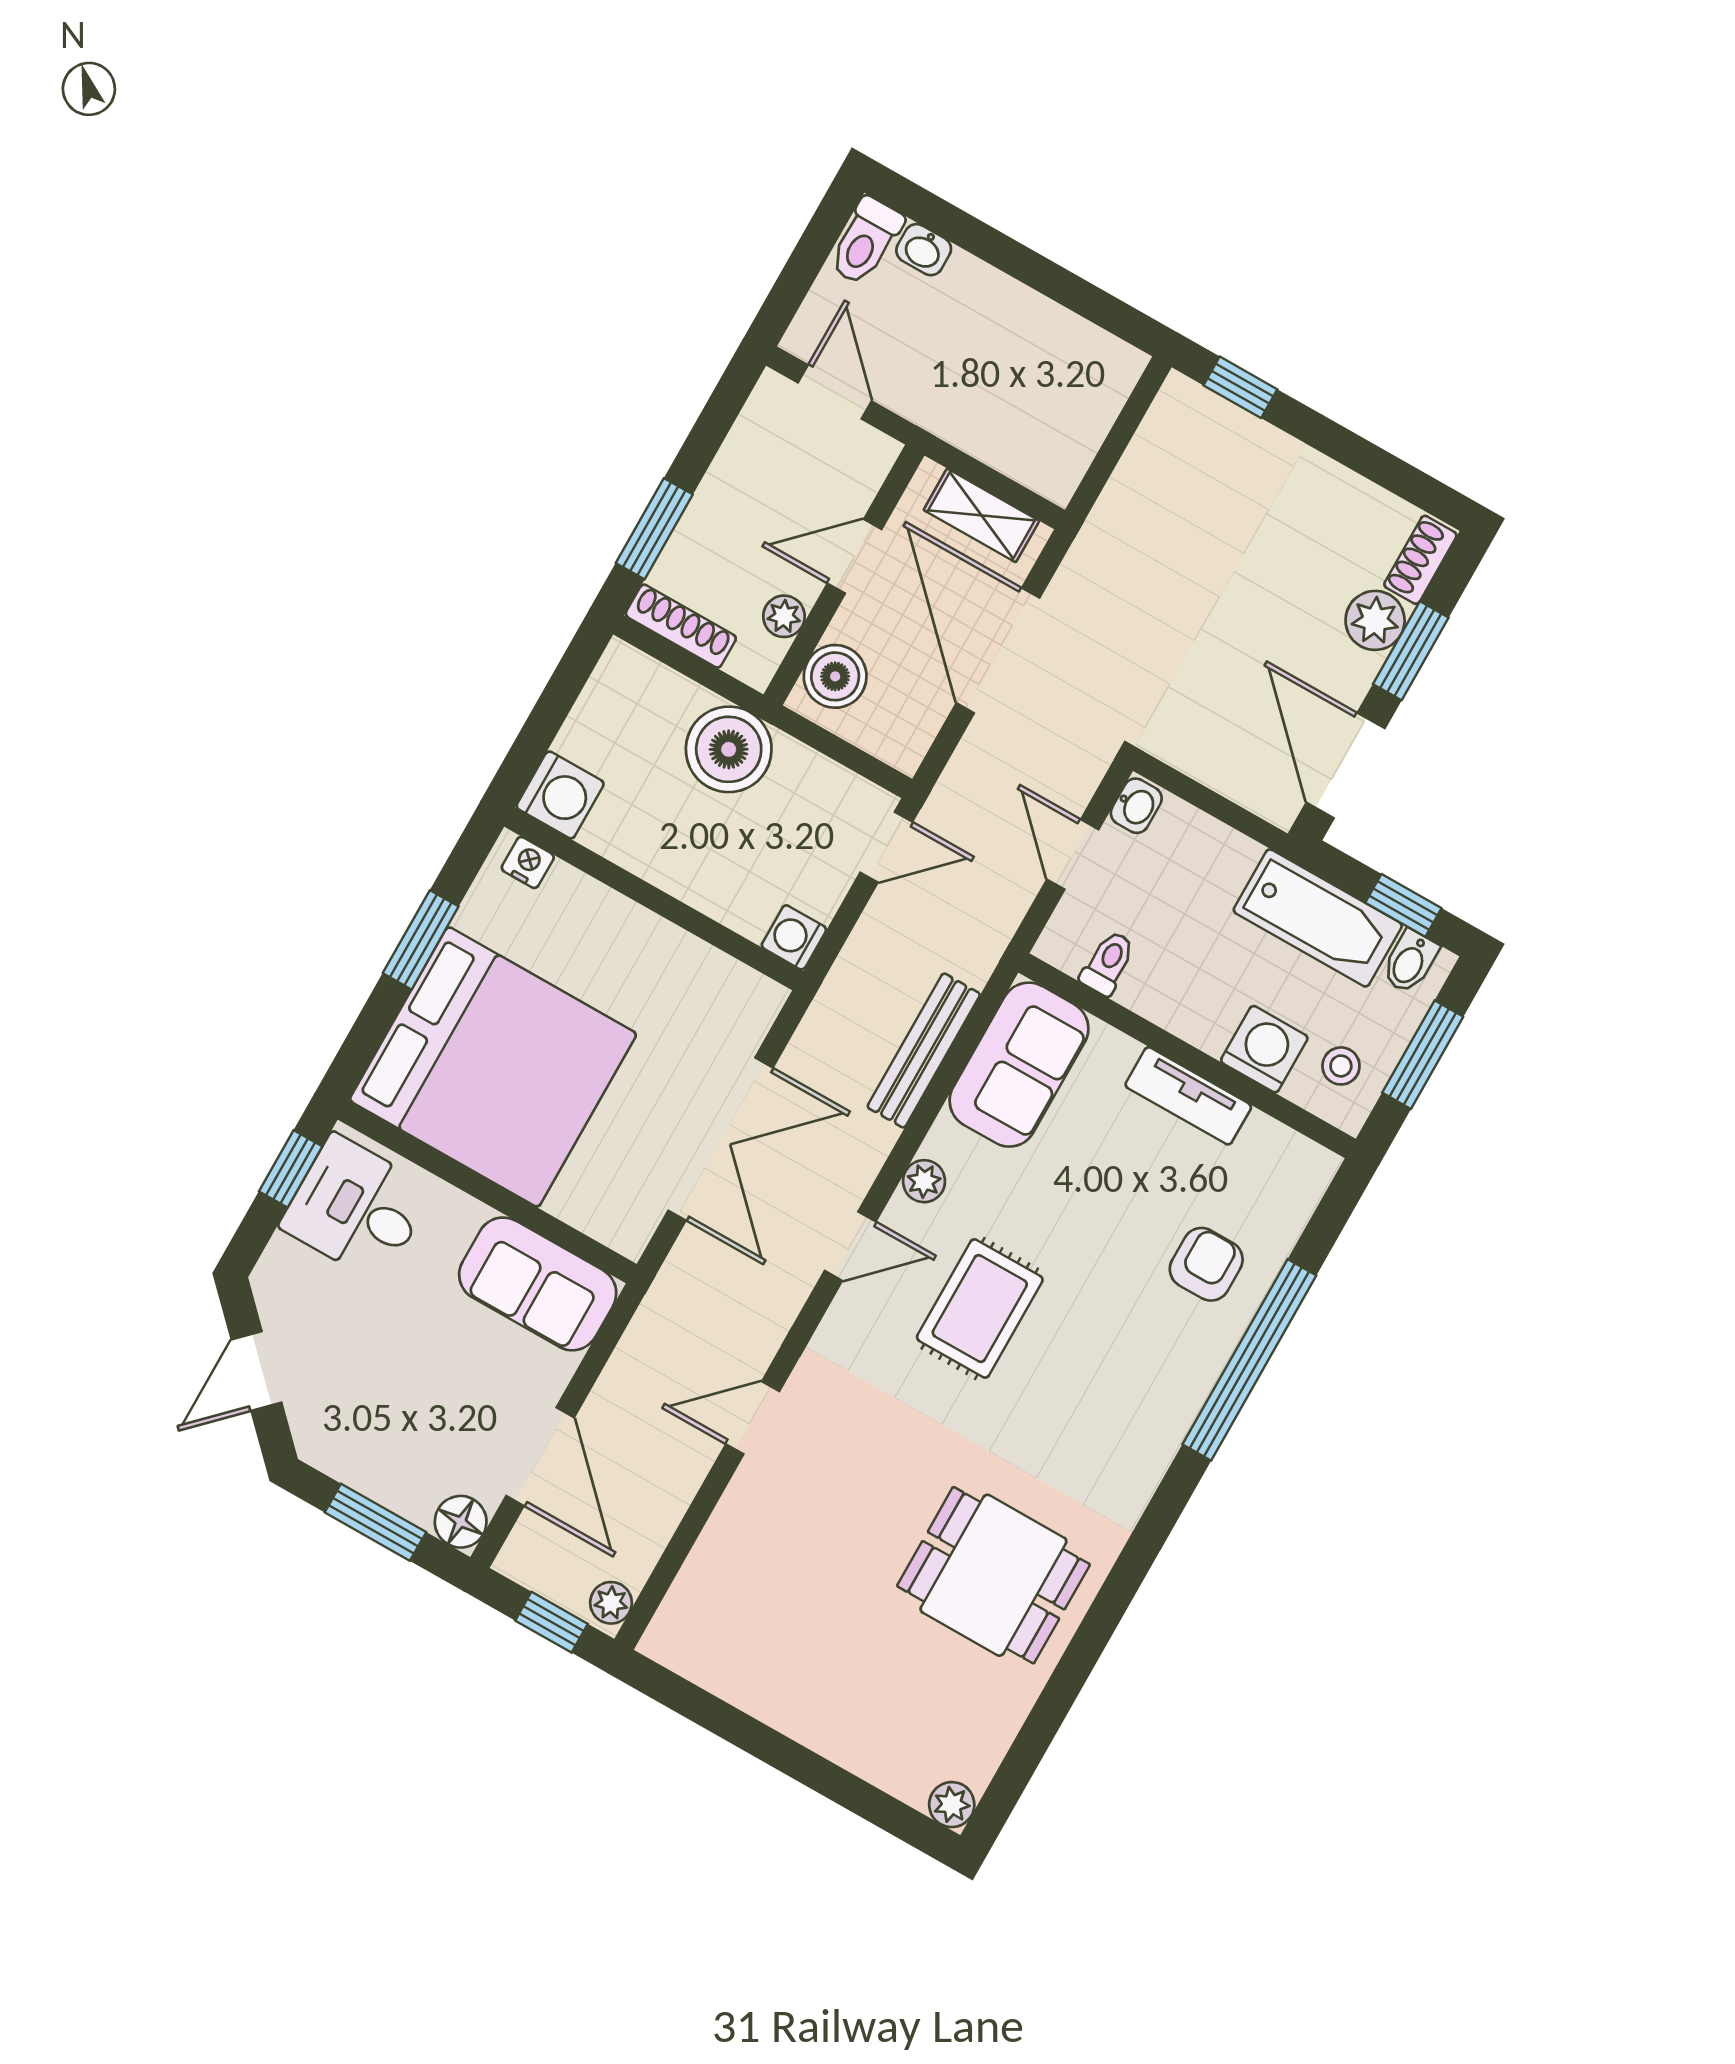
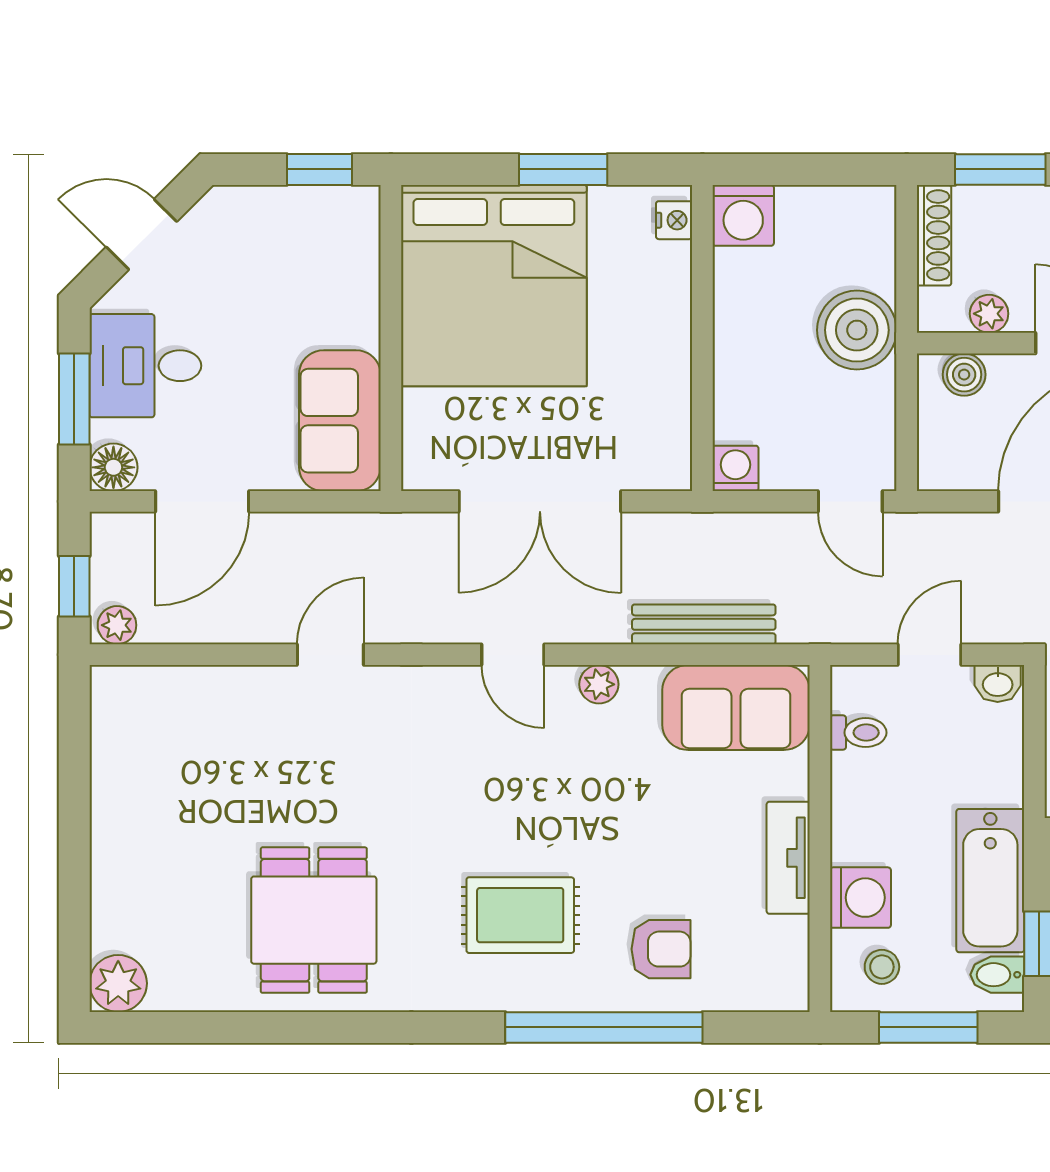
boiler: (835, 676) -> (964, 375), width x0.73, depth x0.73
desk: (357, 1208) -> (145, 366), moved, turned -90
rug: (980, 1309) -> (520, 915), moved
door: (753, 1418) -> (330, 655), hinge flipped
plant: (952, 1805) -> (118, 983), width x1.38, depth x1.38

